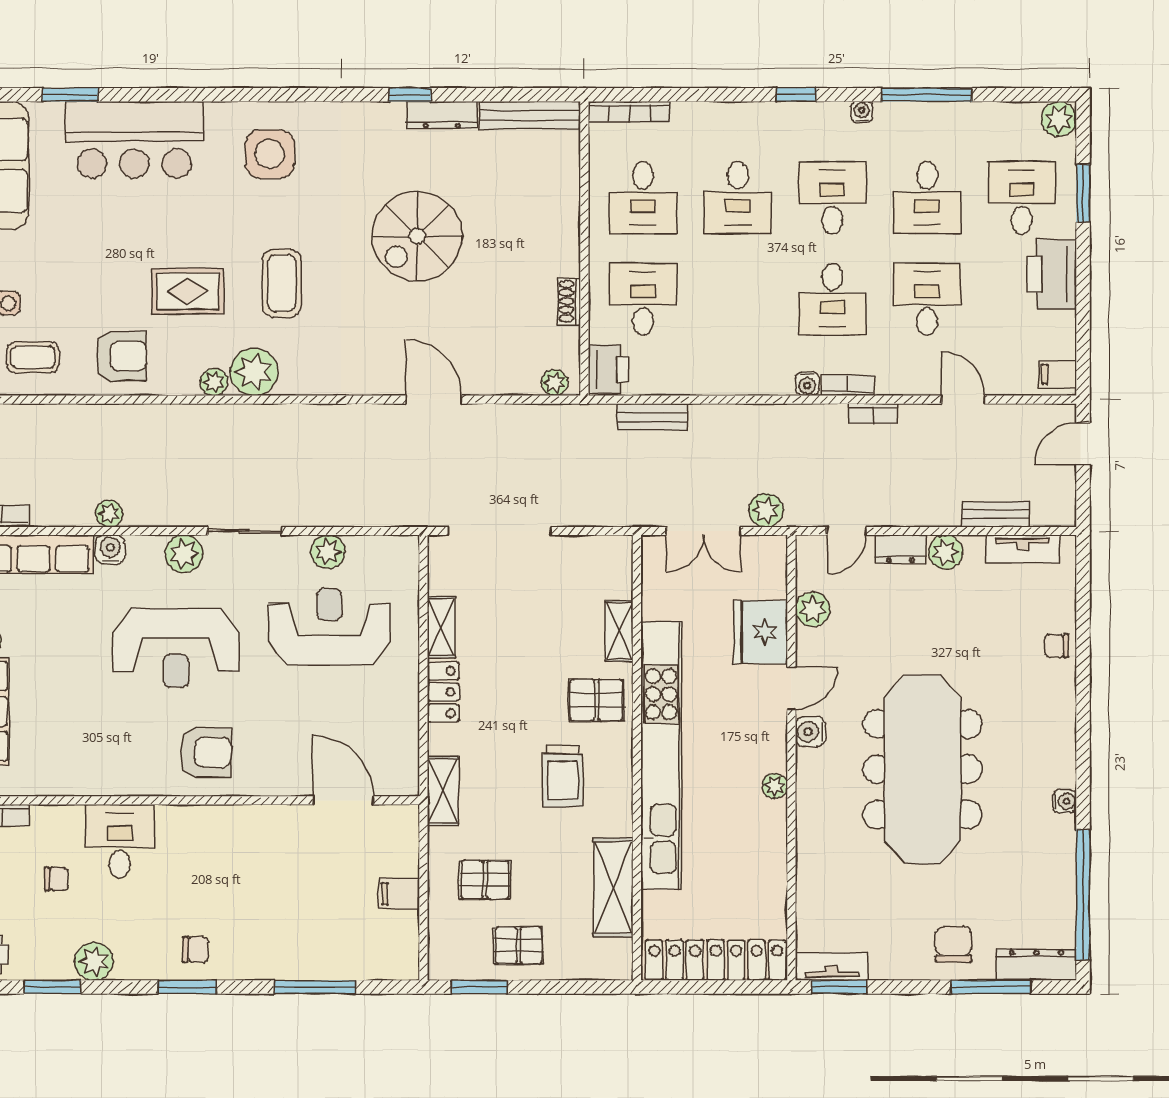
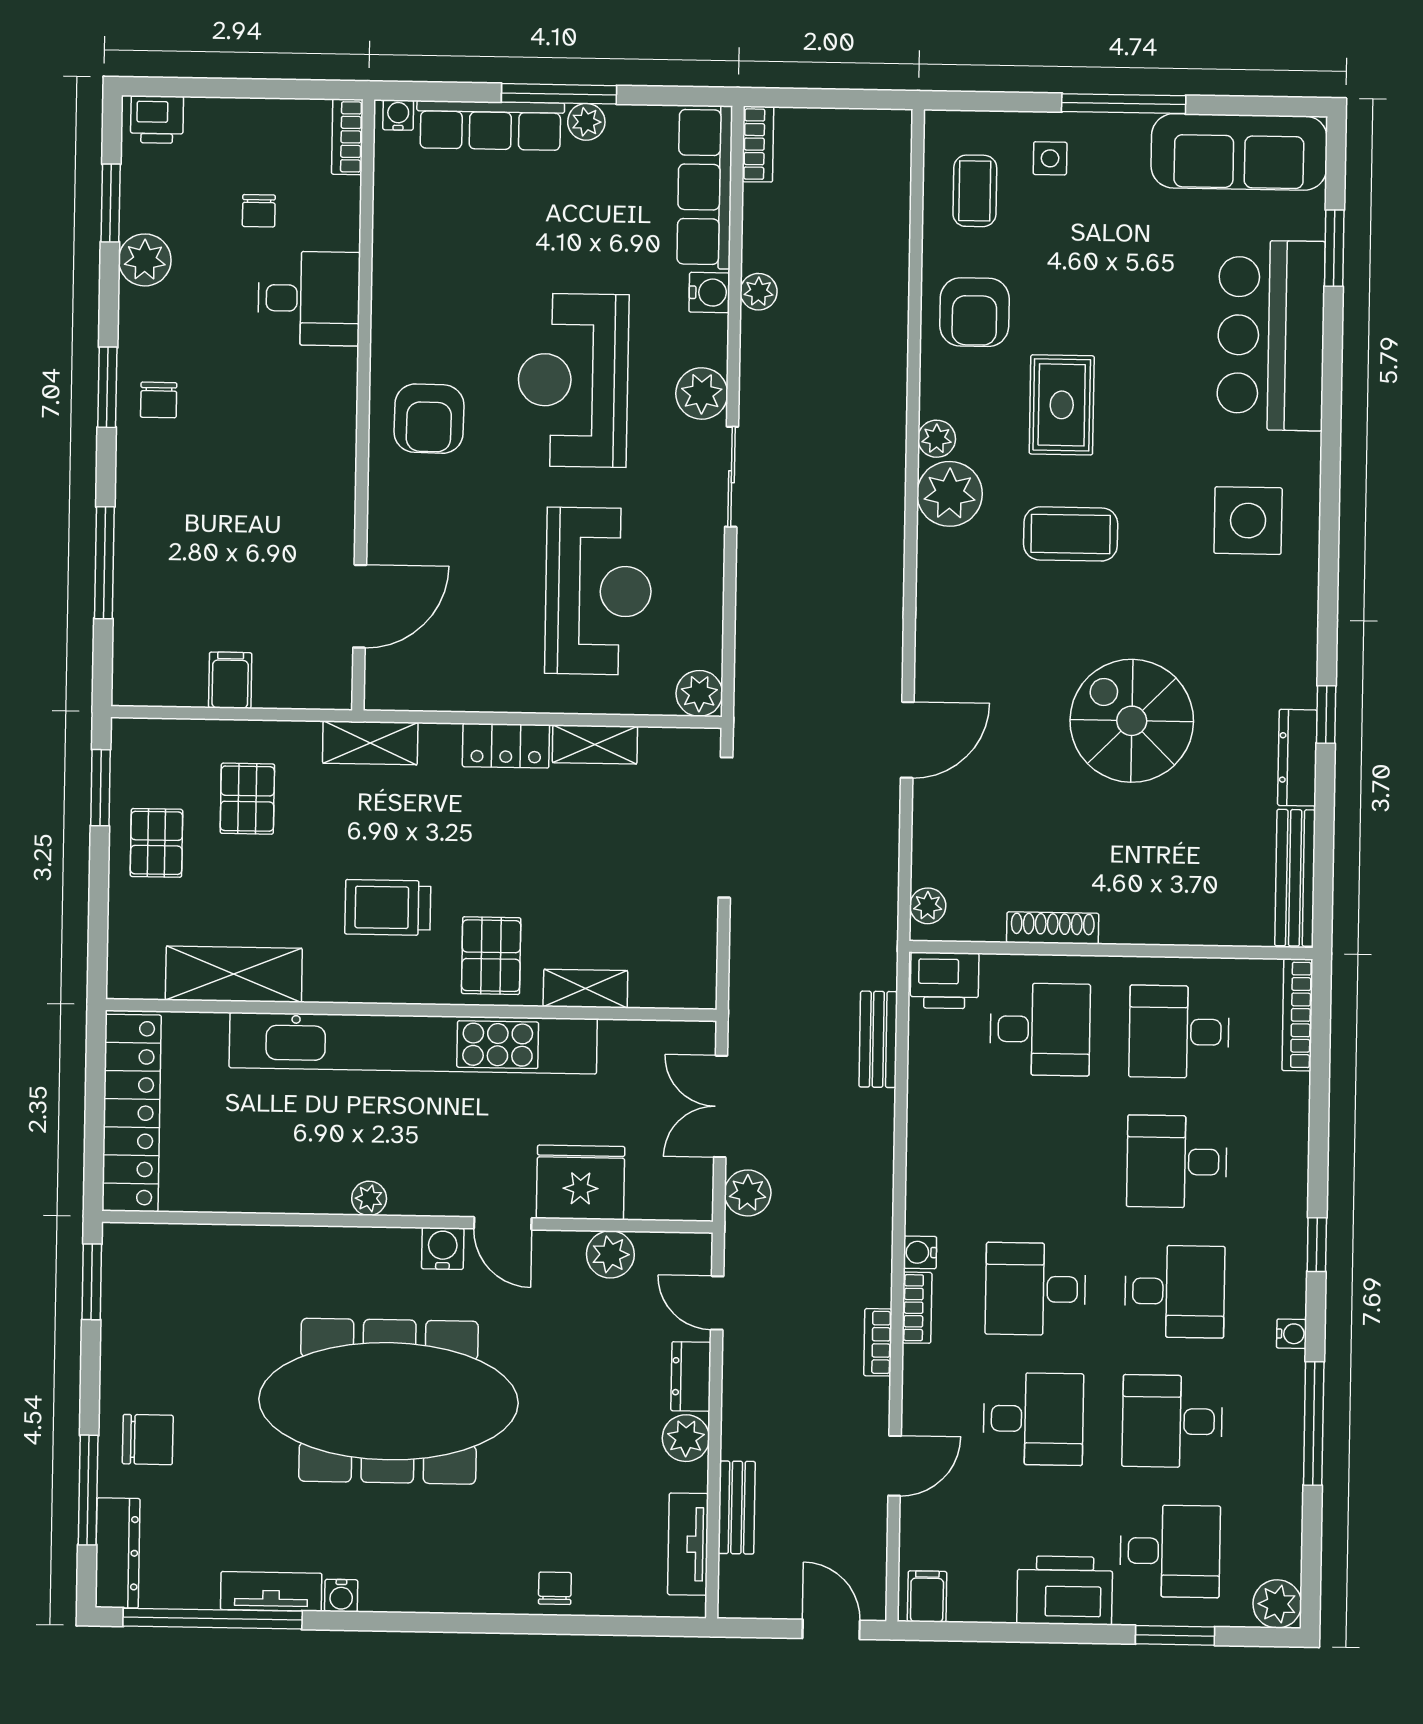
shoe rack: (569, 301) -> (1053, 928), width x1.43
plant: (328, 552) -> (699, 693), moved
tv unit: (832, 966) -> (271, 1591), moved, turned -90

